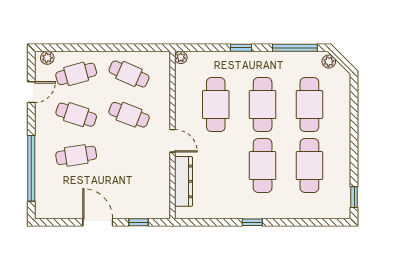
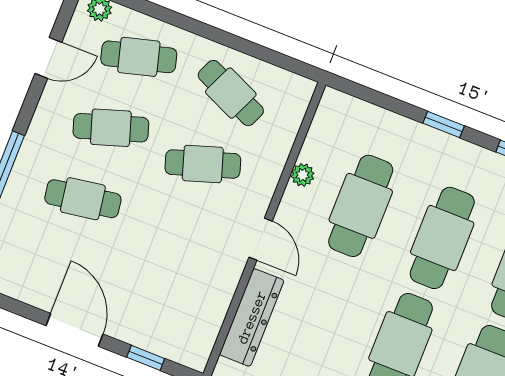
plant: (181, 57) -> (303, 175), moved
cafe table: (76, 115) -> (111, 128), turned -36
cafe table: (129, 115) -> (203, 164), turned -39

